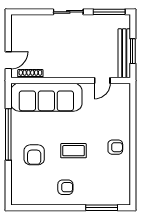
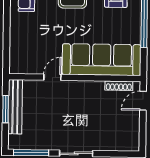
door: (102, 81) -> (52, 77), moved

